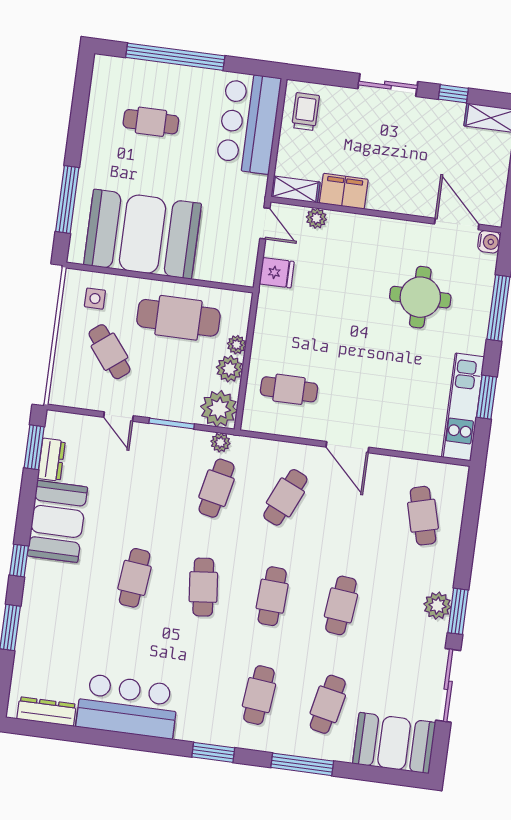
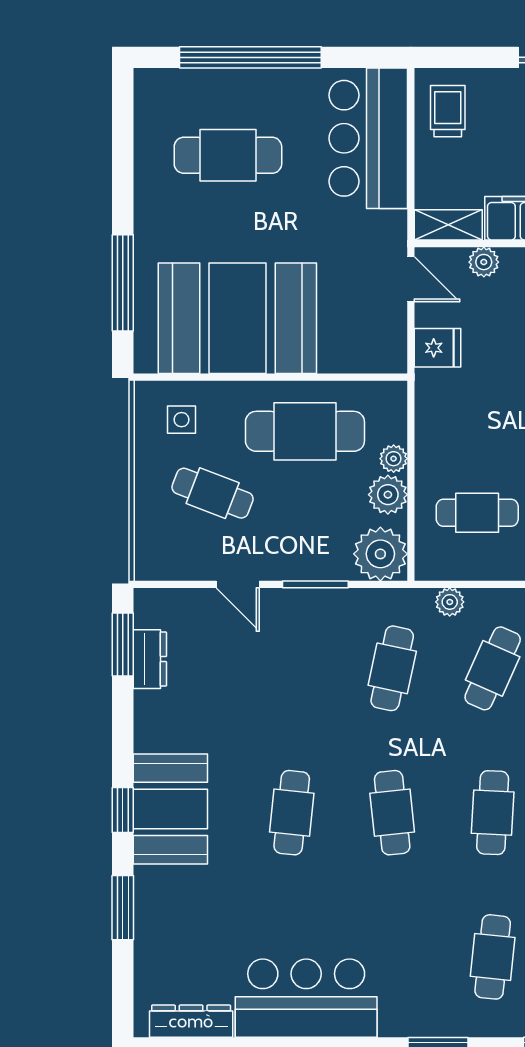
cafe table: (151, 122) -> (228, 155), width x1.37, depth x1.35
cafe table: (109, 352) -> (213, 493), turned -31
plant: (220, 442) -> (450, 602), moved
booth: (57, 521) -> (170, 809), moved

